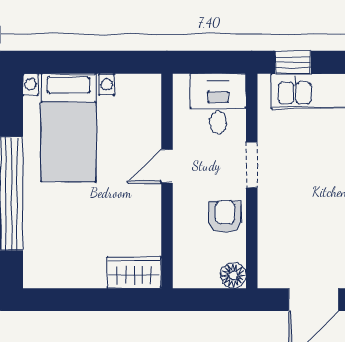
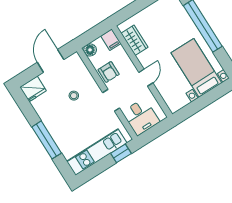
stool: (311, 214) -> (74, 96), added
filing cabinet: (186, 270) -> (111, 40), added
wardrobe: (134, 273) -> (134, 40), moved, turned -90

